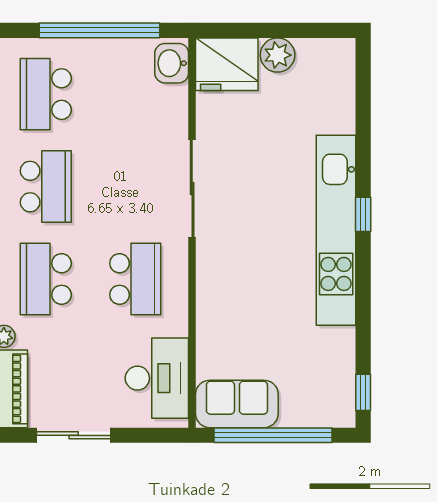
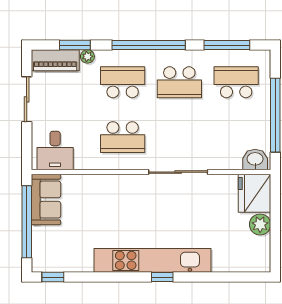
desk: (157, 378) -> (55, 150), width x0.73

